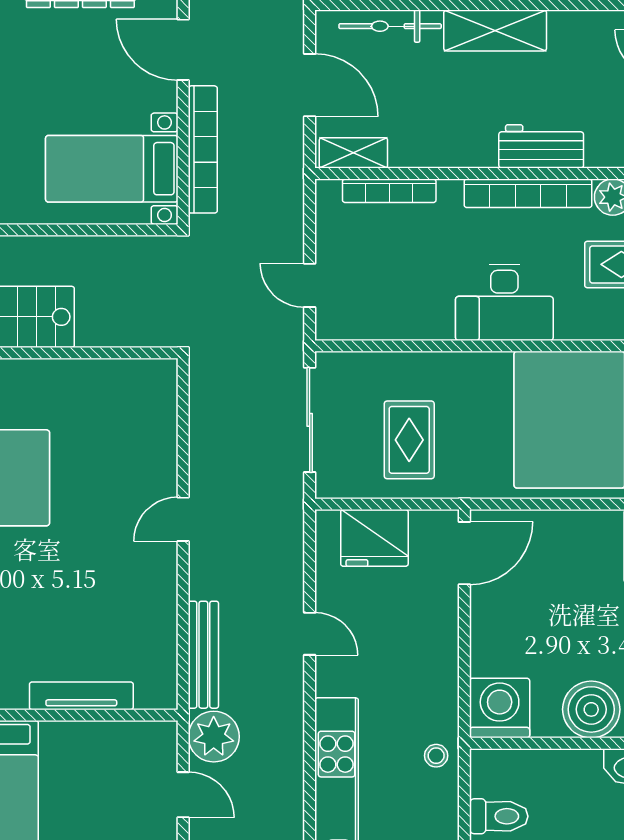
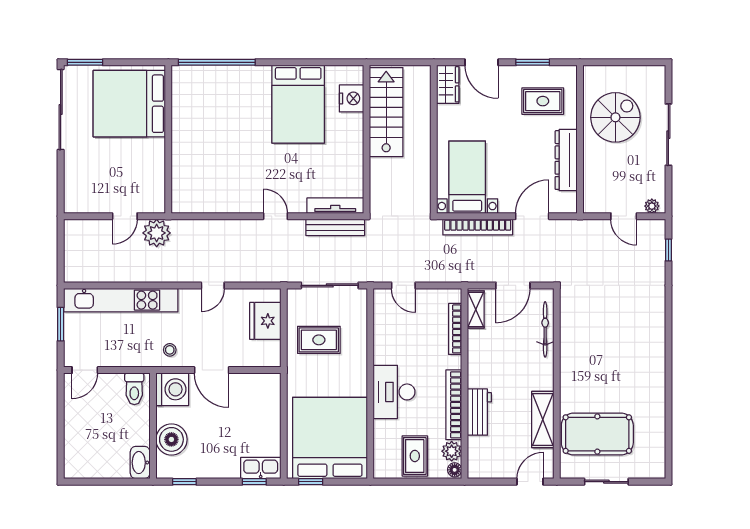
shelving: (495, 31) -> (543, 420), moved
door: (310, 285) -> (403, 285), swing flipped
door: (464, 553) -> (212, 370), moved
bench: (203, 655) -> (335, 227), moved
tv unit: (81, 696) -> (335, 206), moved, turned -90
stool: (436, 756) -> (170, 350), moved
toilet: (499, 816) -> (134, 389), moved

